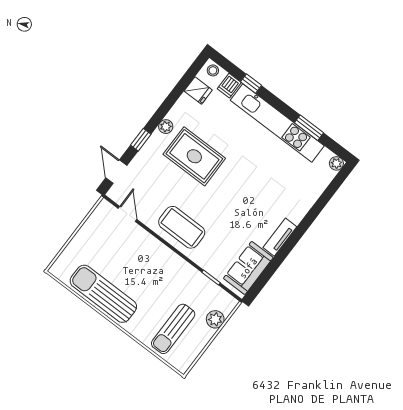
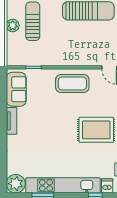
plant: (336, 163) -> (16, 184), width x1.87, depth x1.87
plant: (215, 319) -> (13, 25), moved

